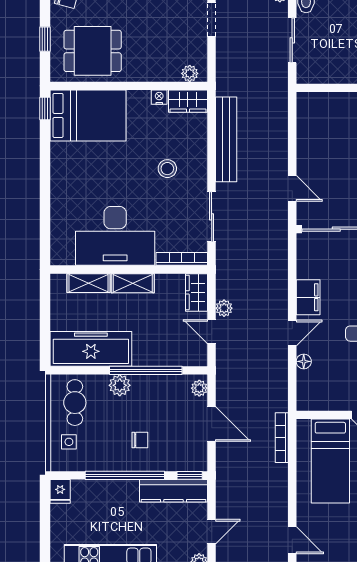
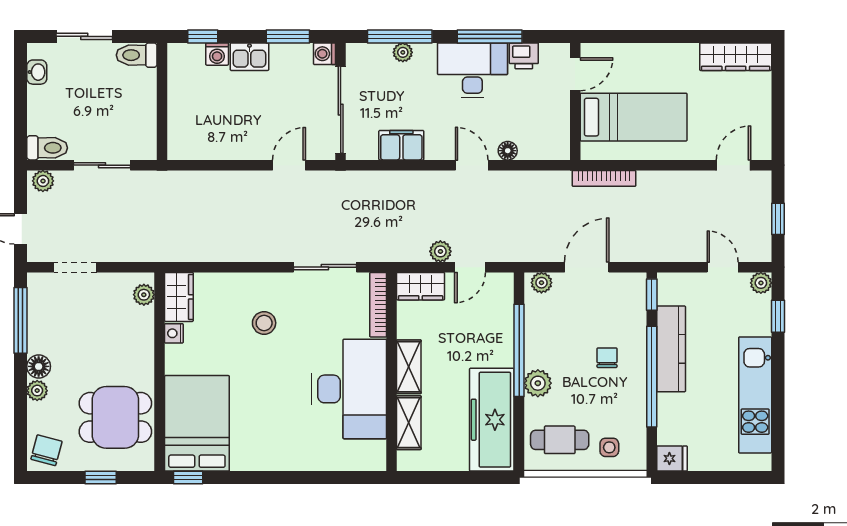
dining table: (93, 51) -> (115, 417), turned 90
bench: (226, 139) -> (227, 249), removed
filing cabinet: (308, 297) -> (401, 145), moved
kitchen counter: (173, 491) -> (671, 349), moved

